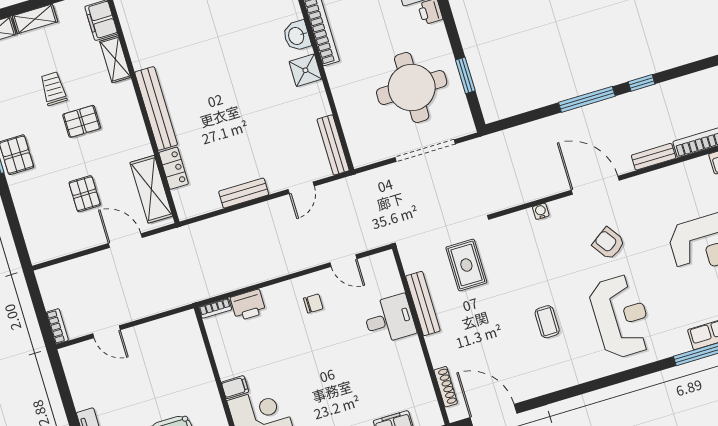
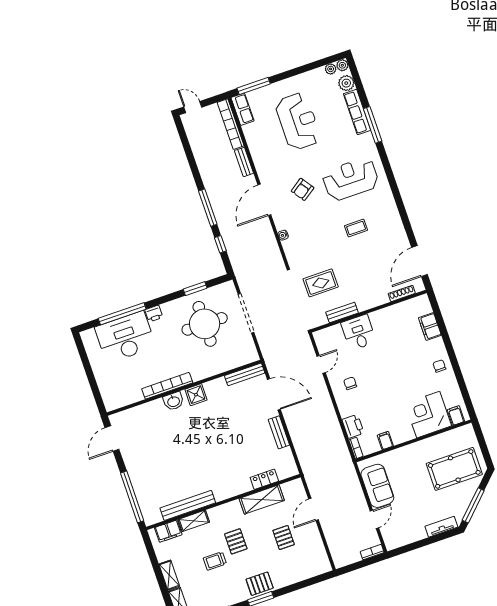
window: (642, 83) -> (220, 244), moved
bench: (156, 108) -> (188, 505), moved
door: (301, 188) -> (274, 394), width x1.87
shelving: (151, 189) -> (262, 499), moved
pallet: (85, 194) -> (284, 538), turned 90
bench: (423, 304) -> (342, 312), width x0.73
sofa: (157, 338) -> (377, 486), added
filing cabinet: (235, 387) -> (385, 441), moved

